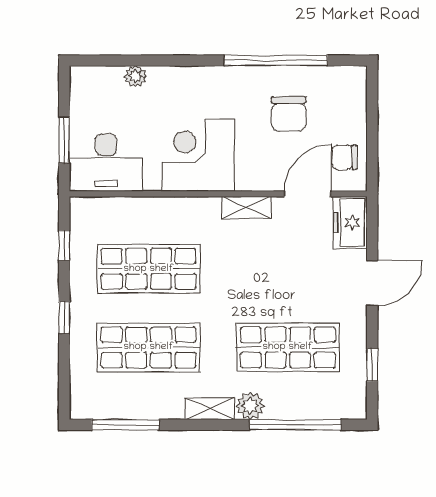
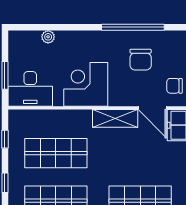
door: (308, 194) -> (152, 108), swing flipped
shelving: (247, 208) -> (115, 118), width x1.50, depth x1.33

